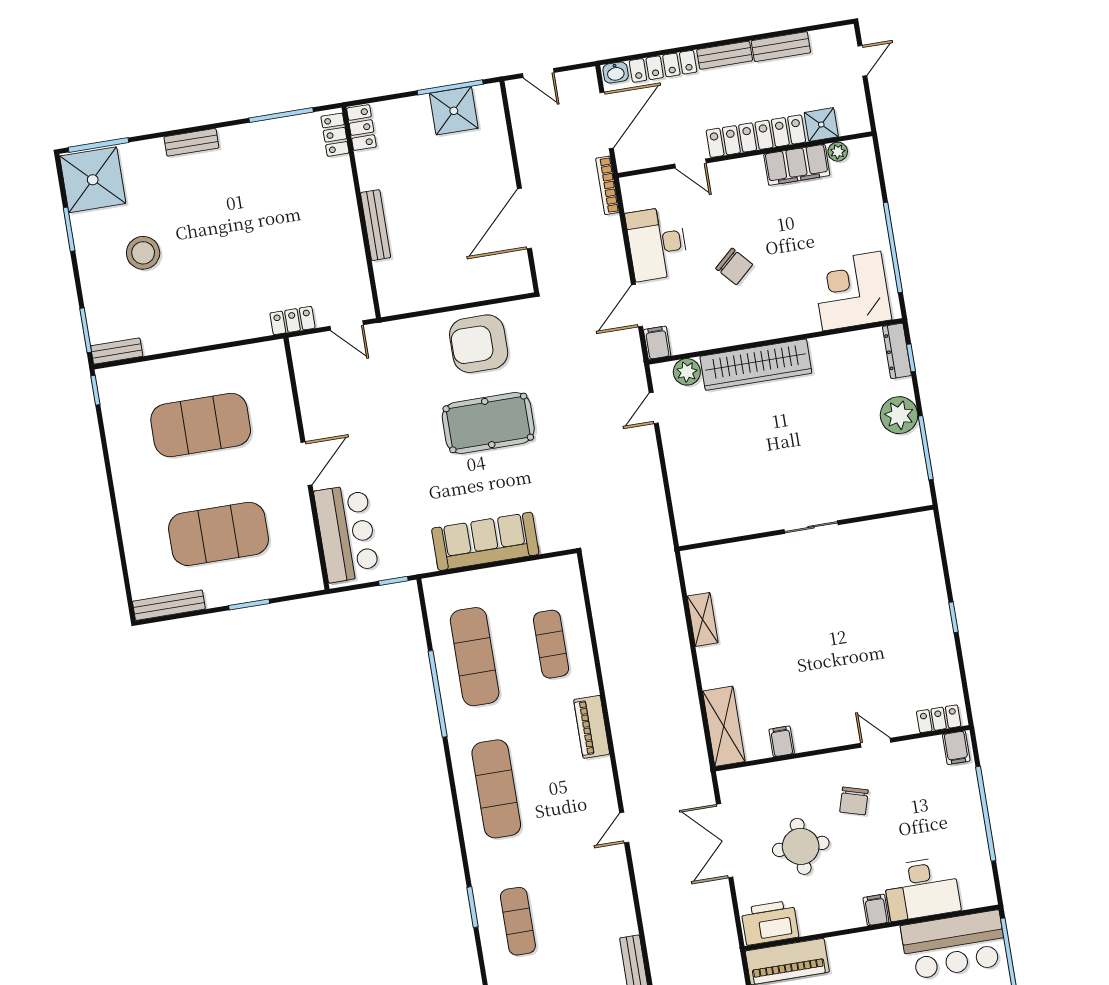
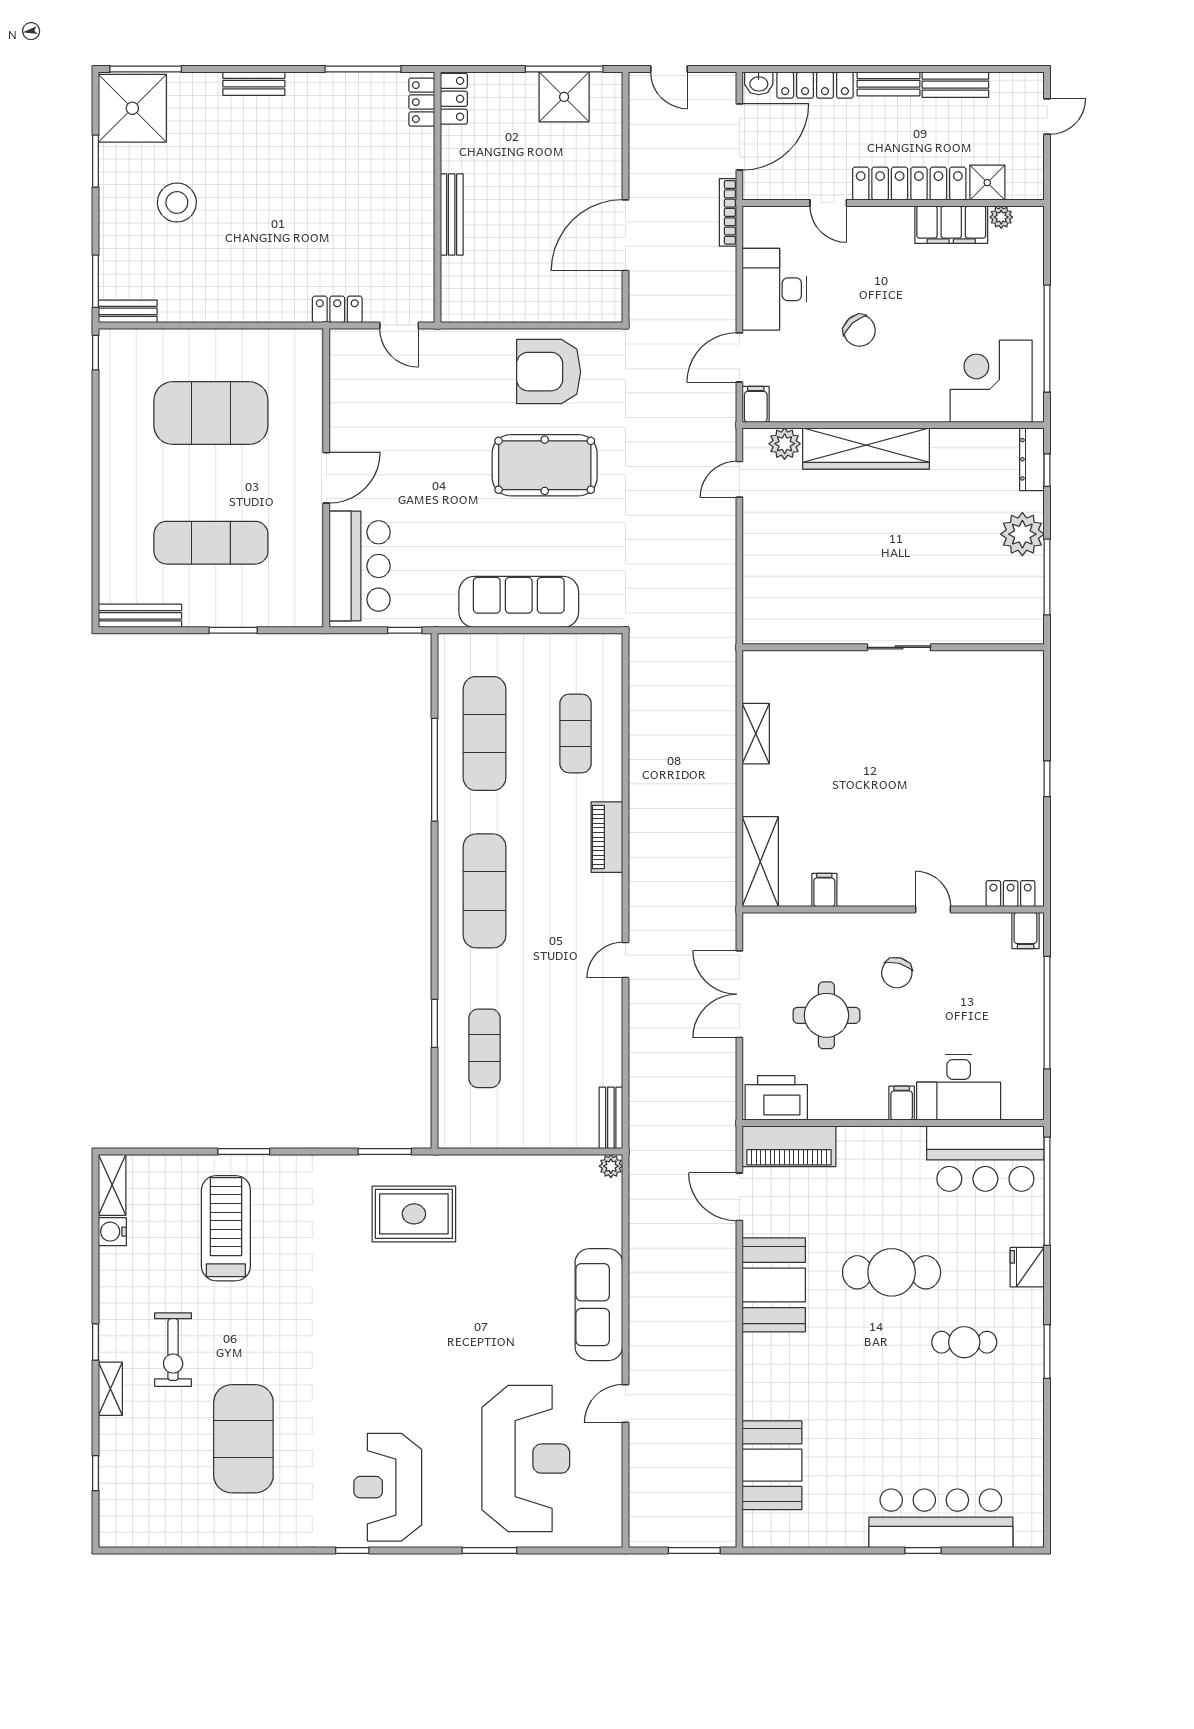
exercise mat: (218, 534) -> (211, 543), width x0.68

